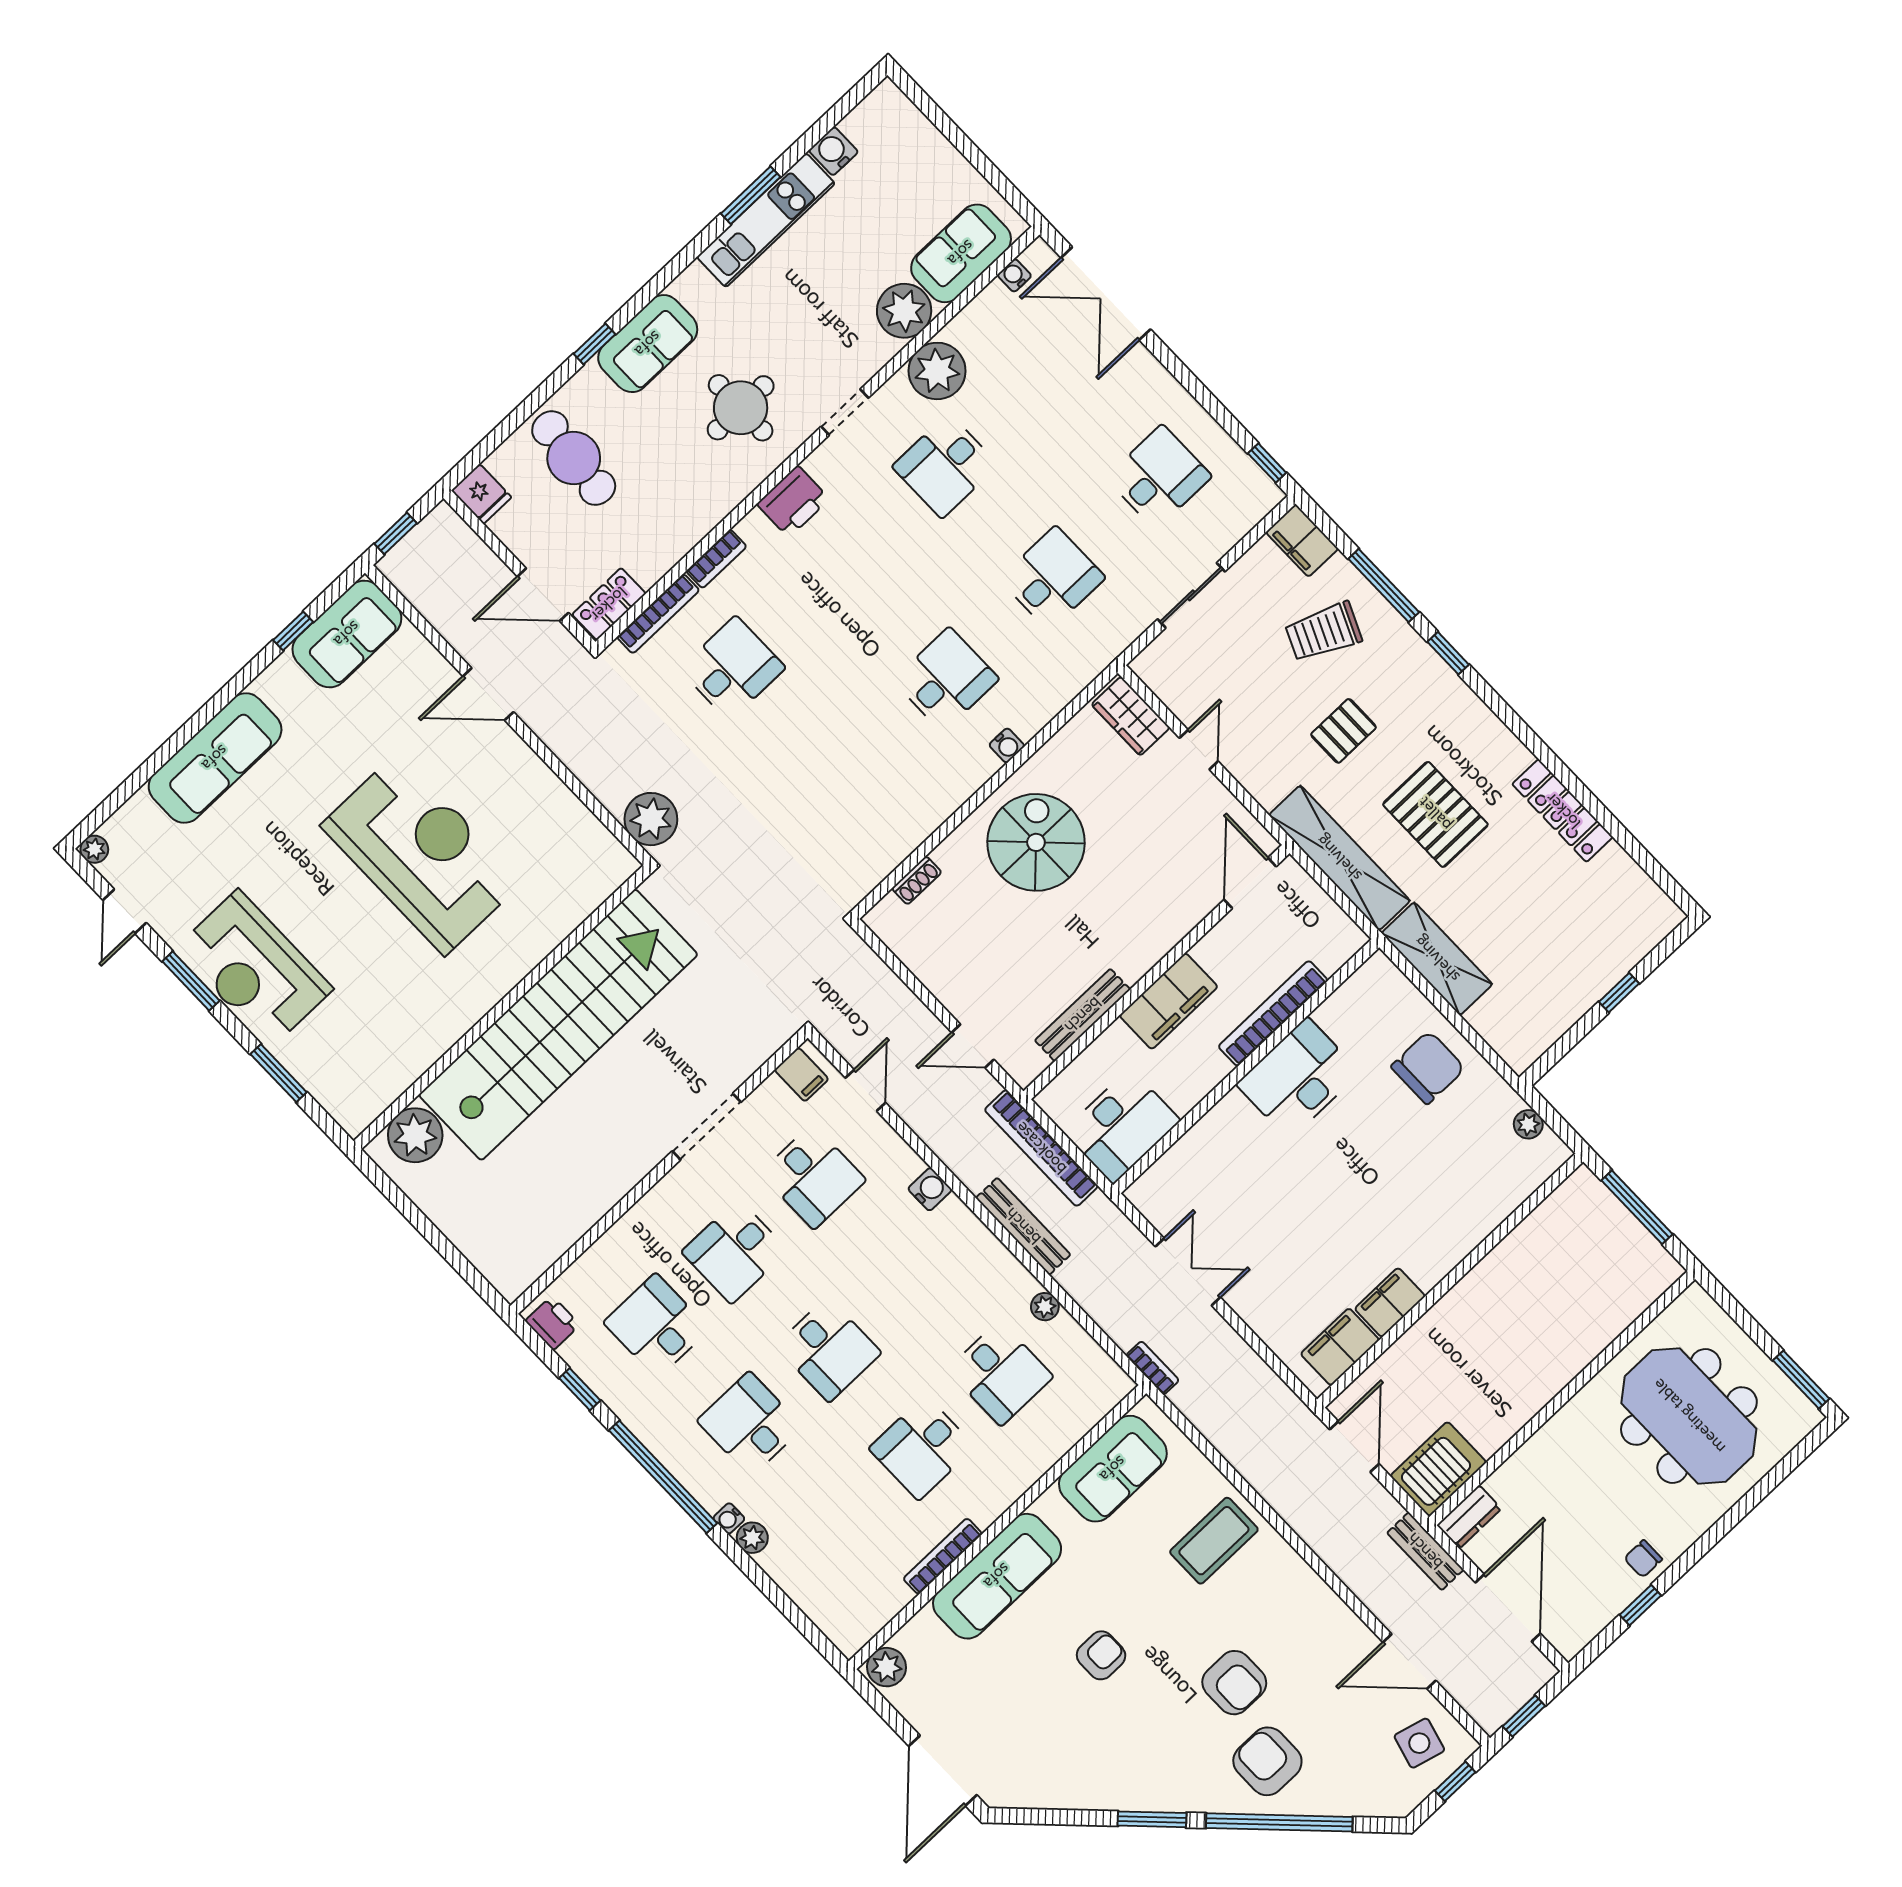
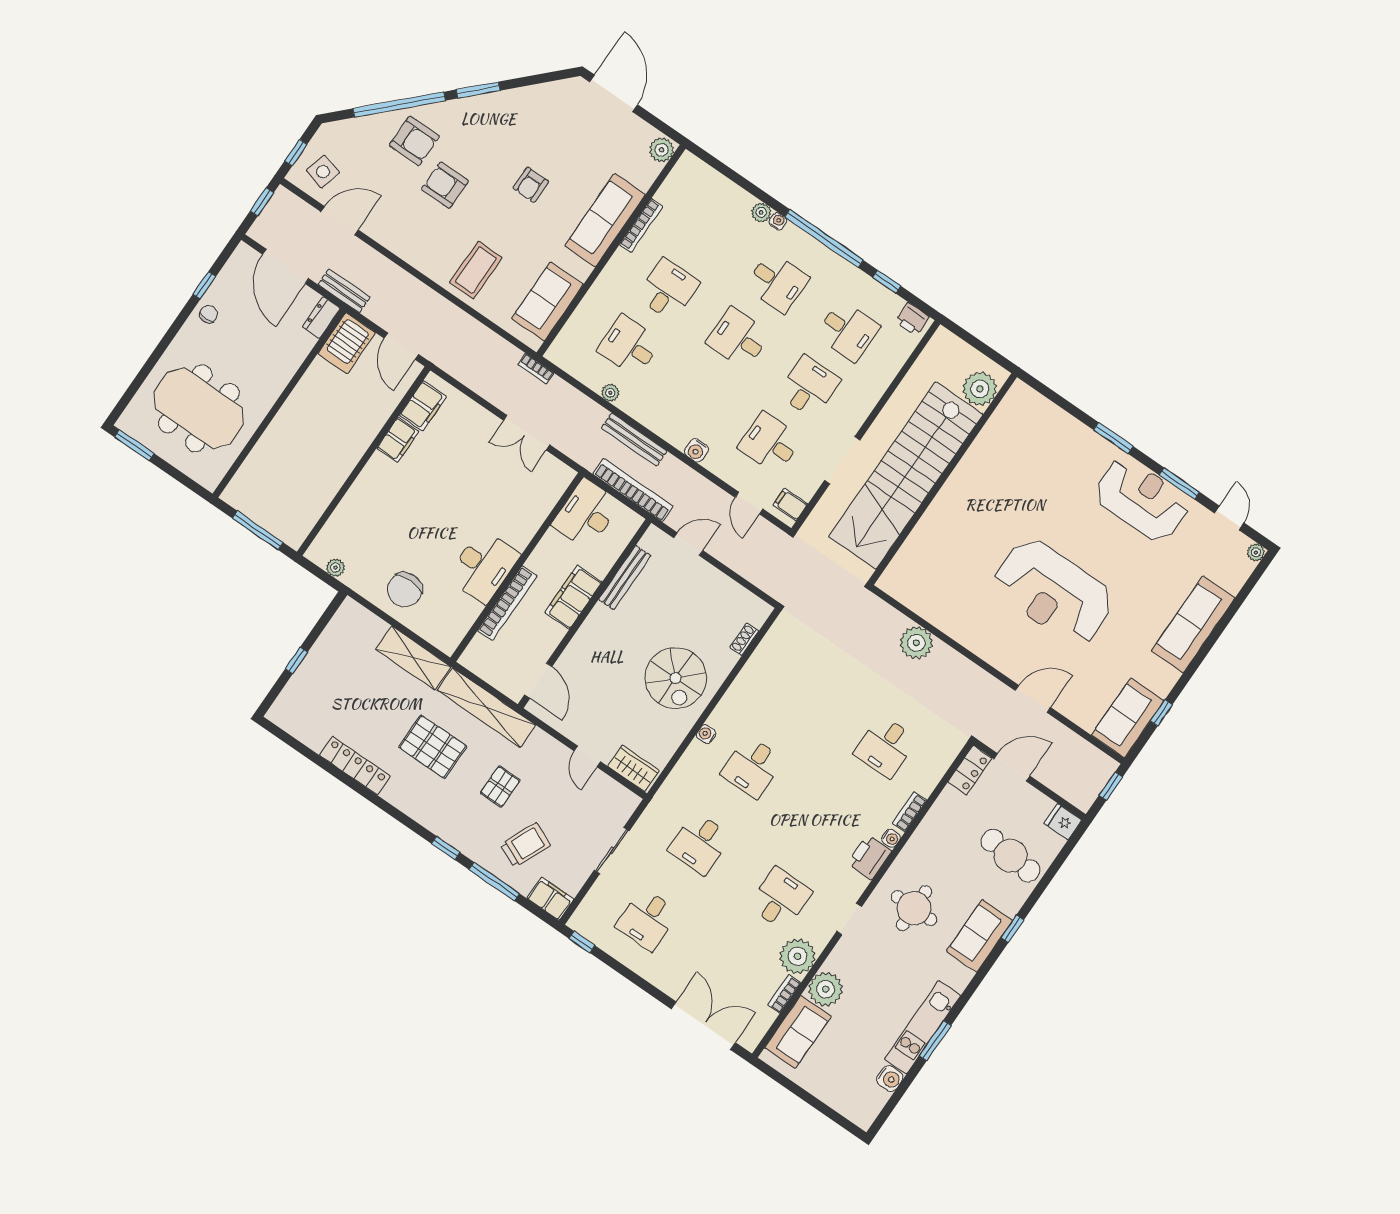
water cooler: (1014, 275) -> (891, 838), moved
bookcase: (658, 614) -> (784, 994), moved, width x0.64
wall: (502, 1007) -> (943, 479), moved
stairs: (558, 1025) -> (906, 476), moved
plant: (415, 1135) -> (980, 389), moved

